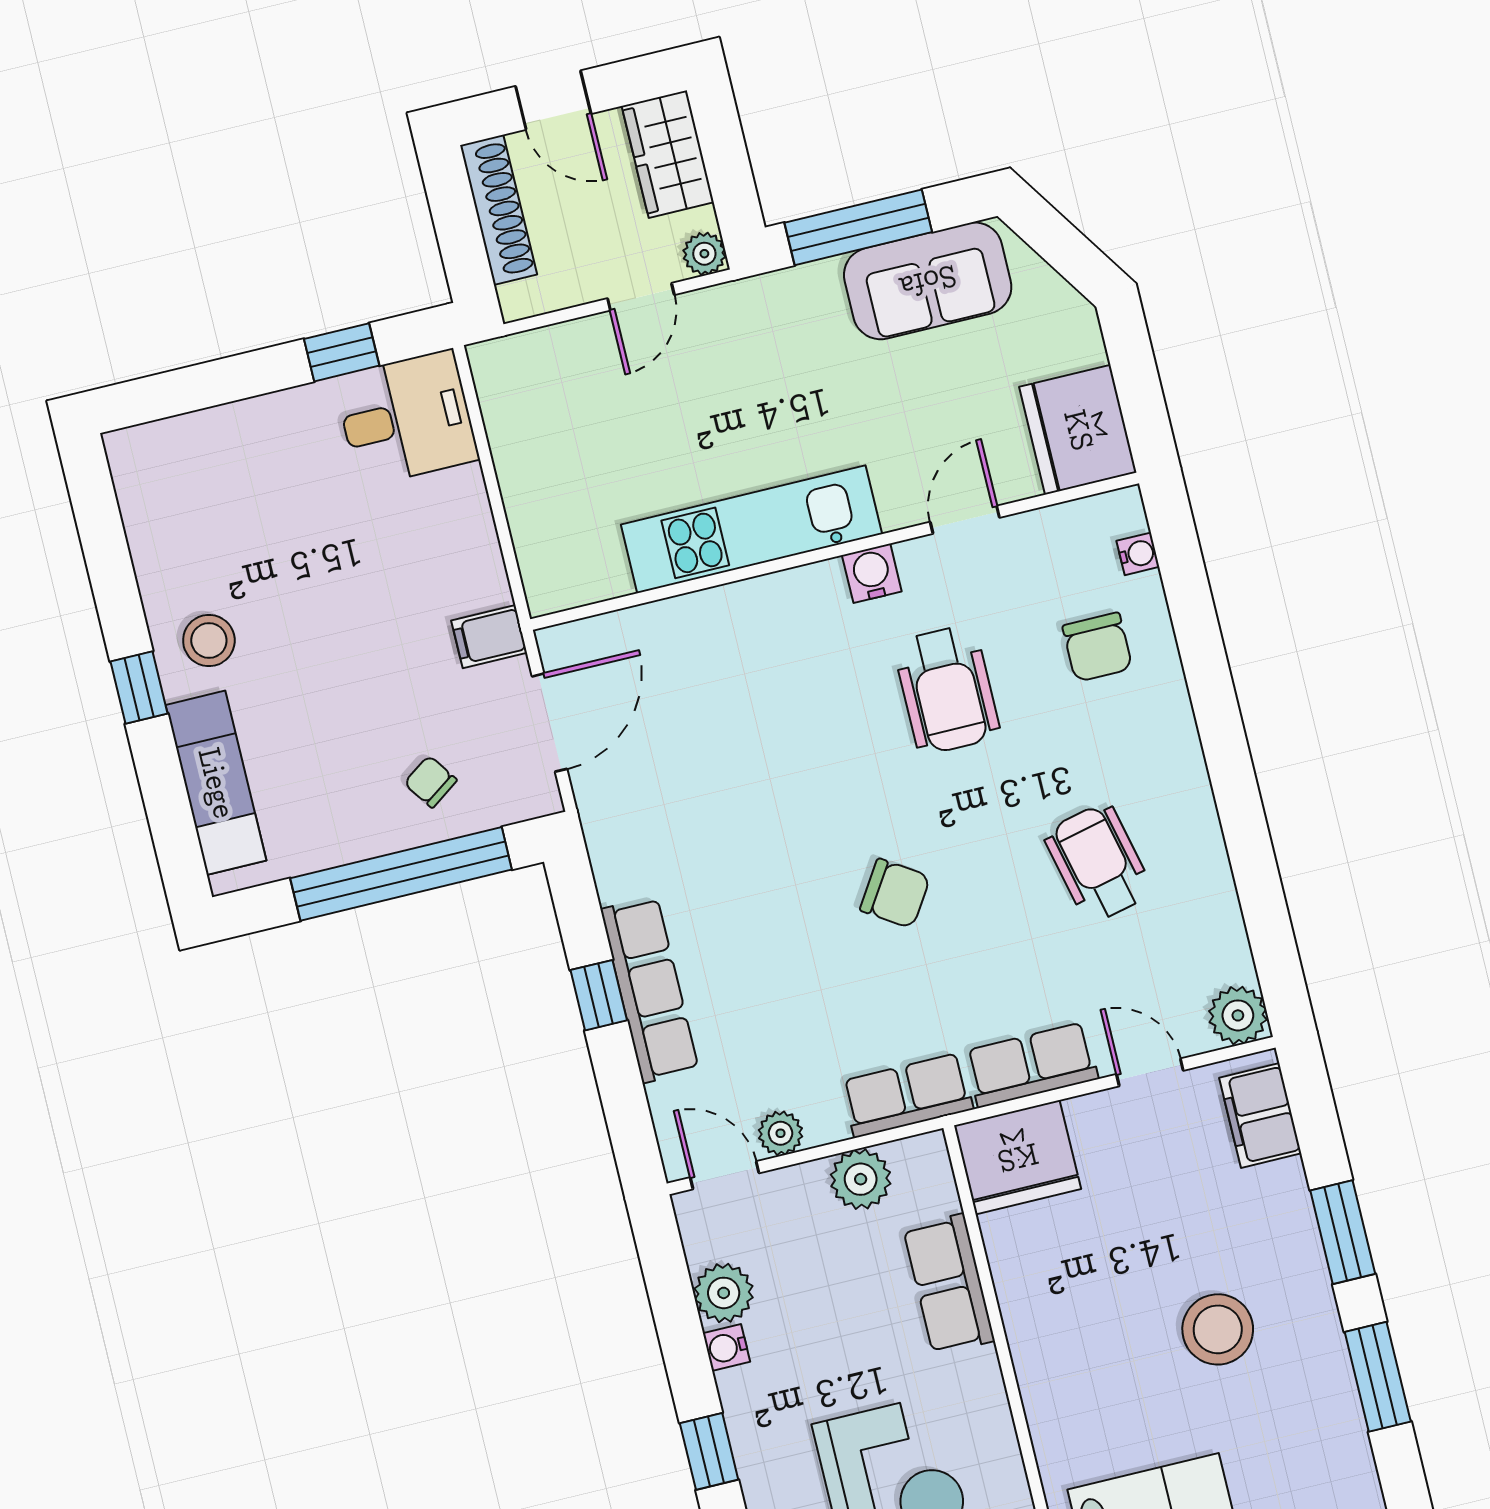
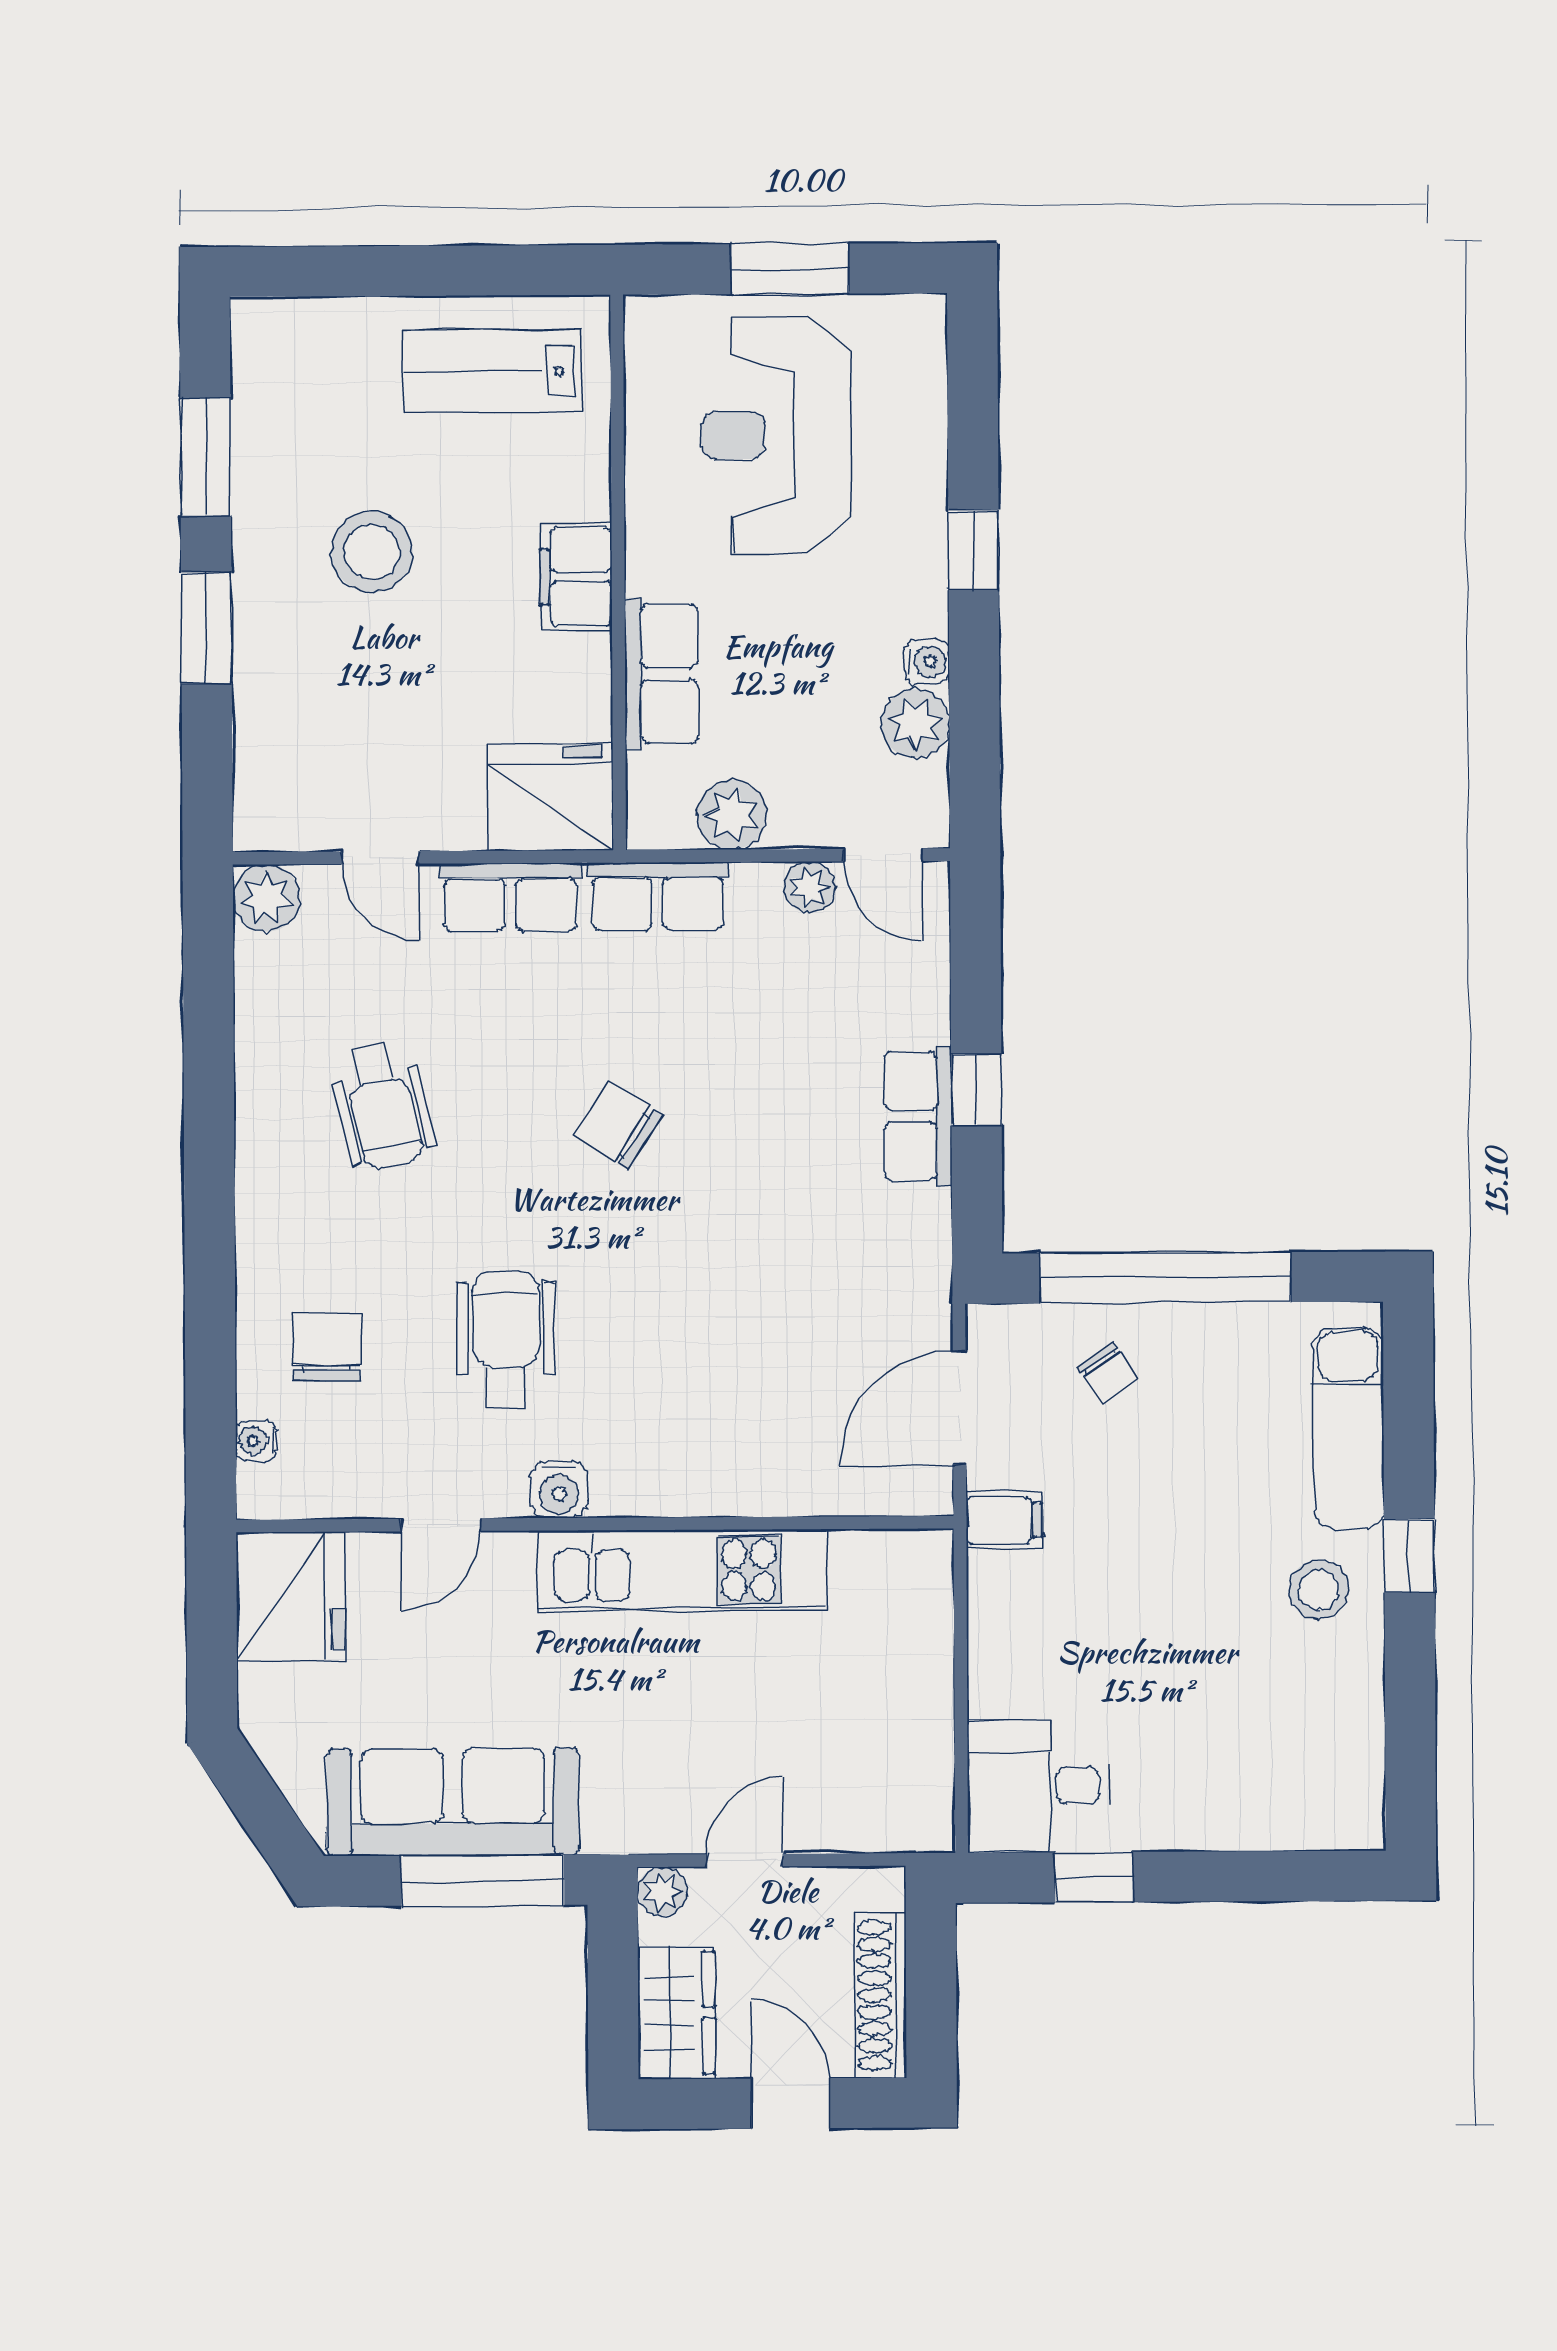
sofa: (928, 281) -> (453, 1802), width x1.36
row of seats: (650, 990) -> (918, 1116), width x0.68
filing cabinet: (1260, 1115) -> (576, 577), moved, turned 180

